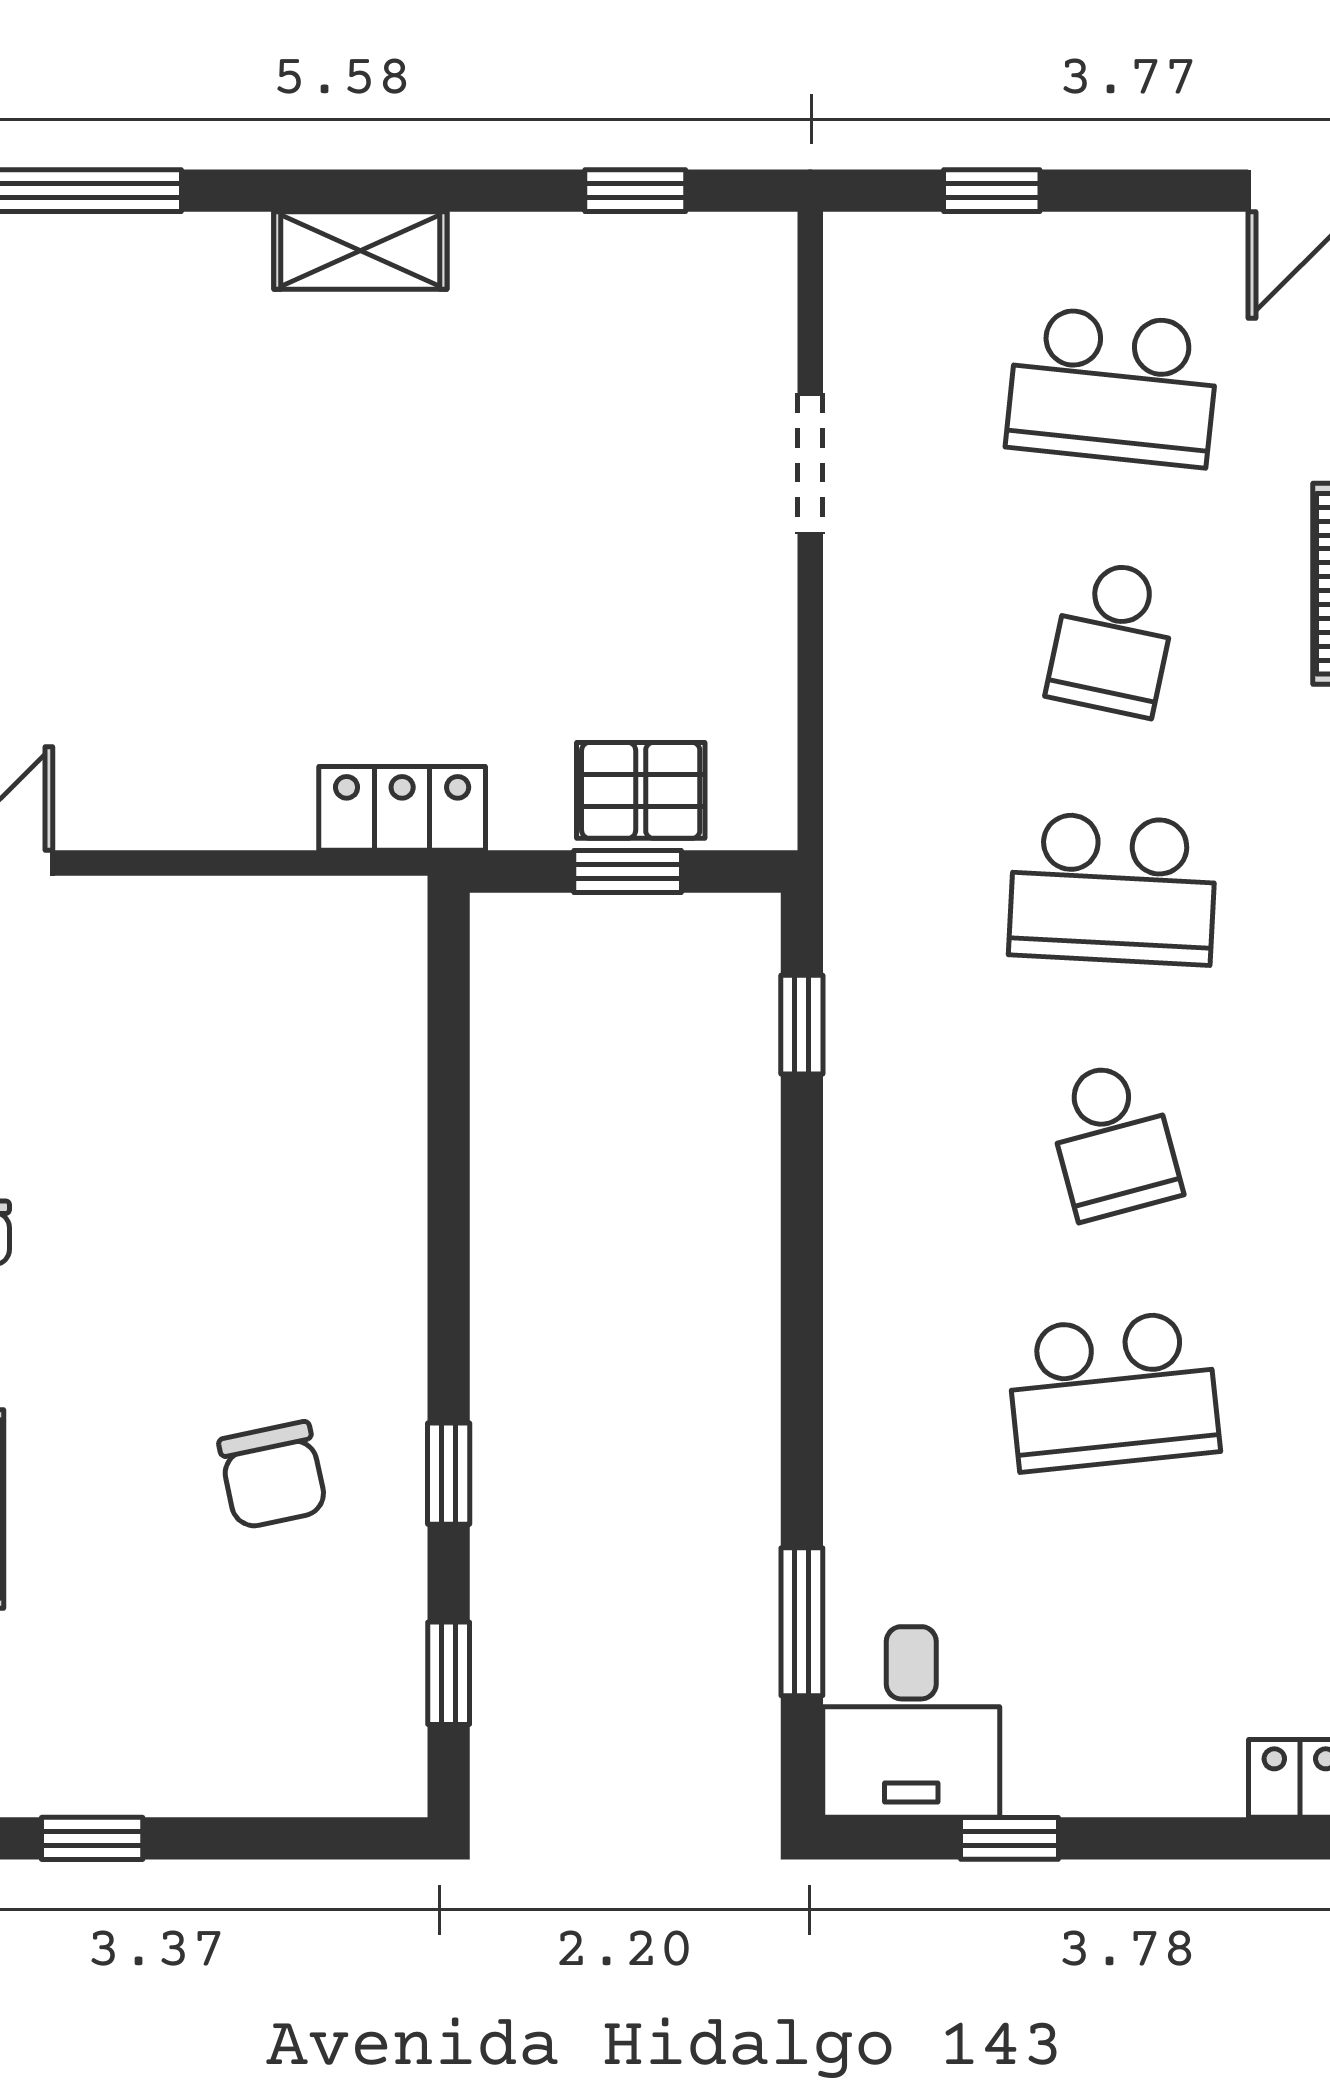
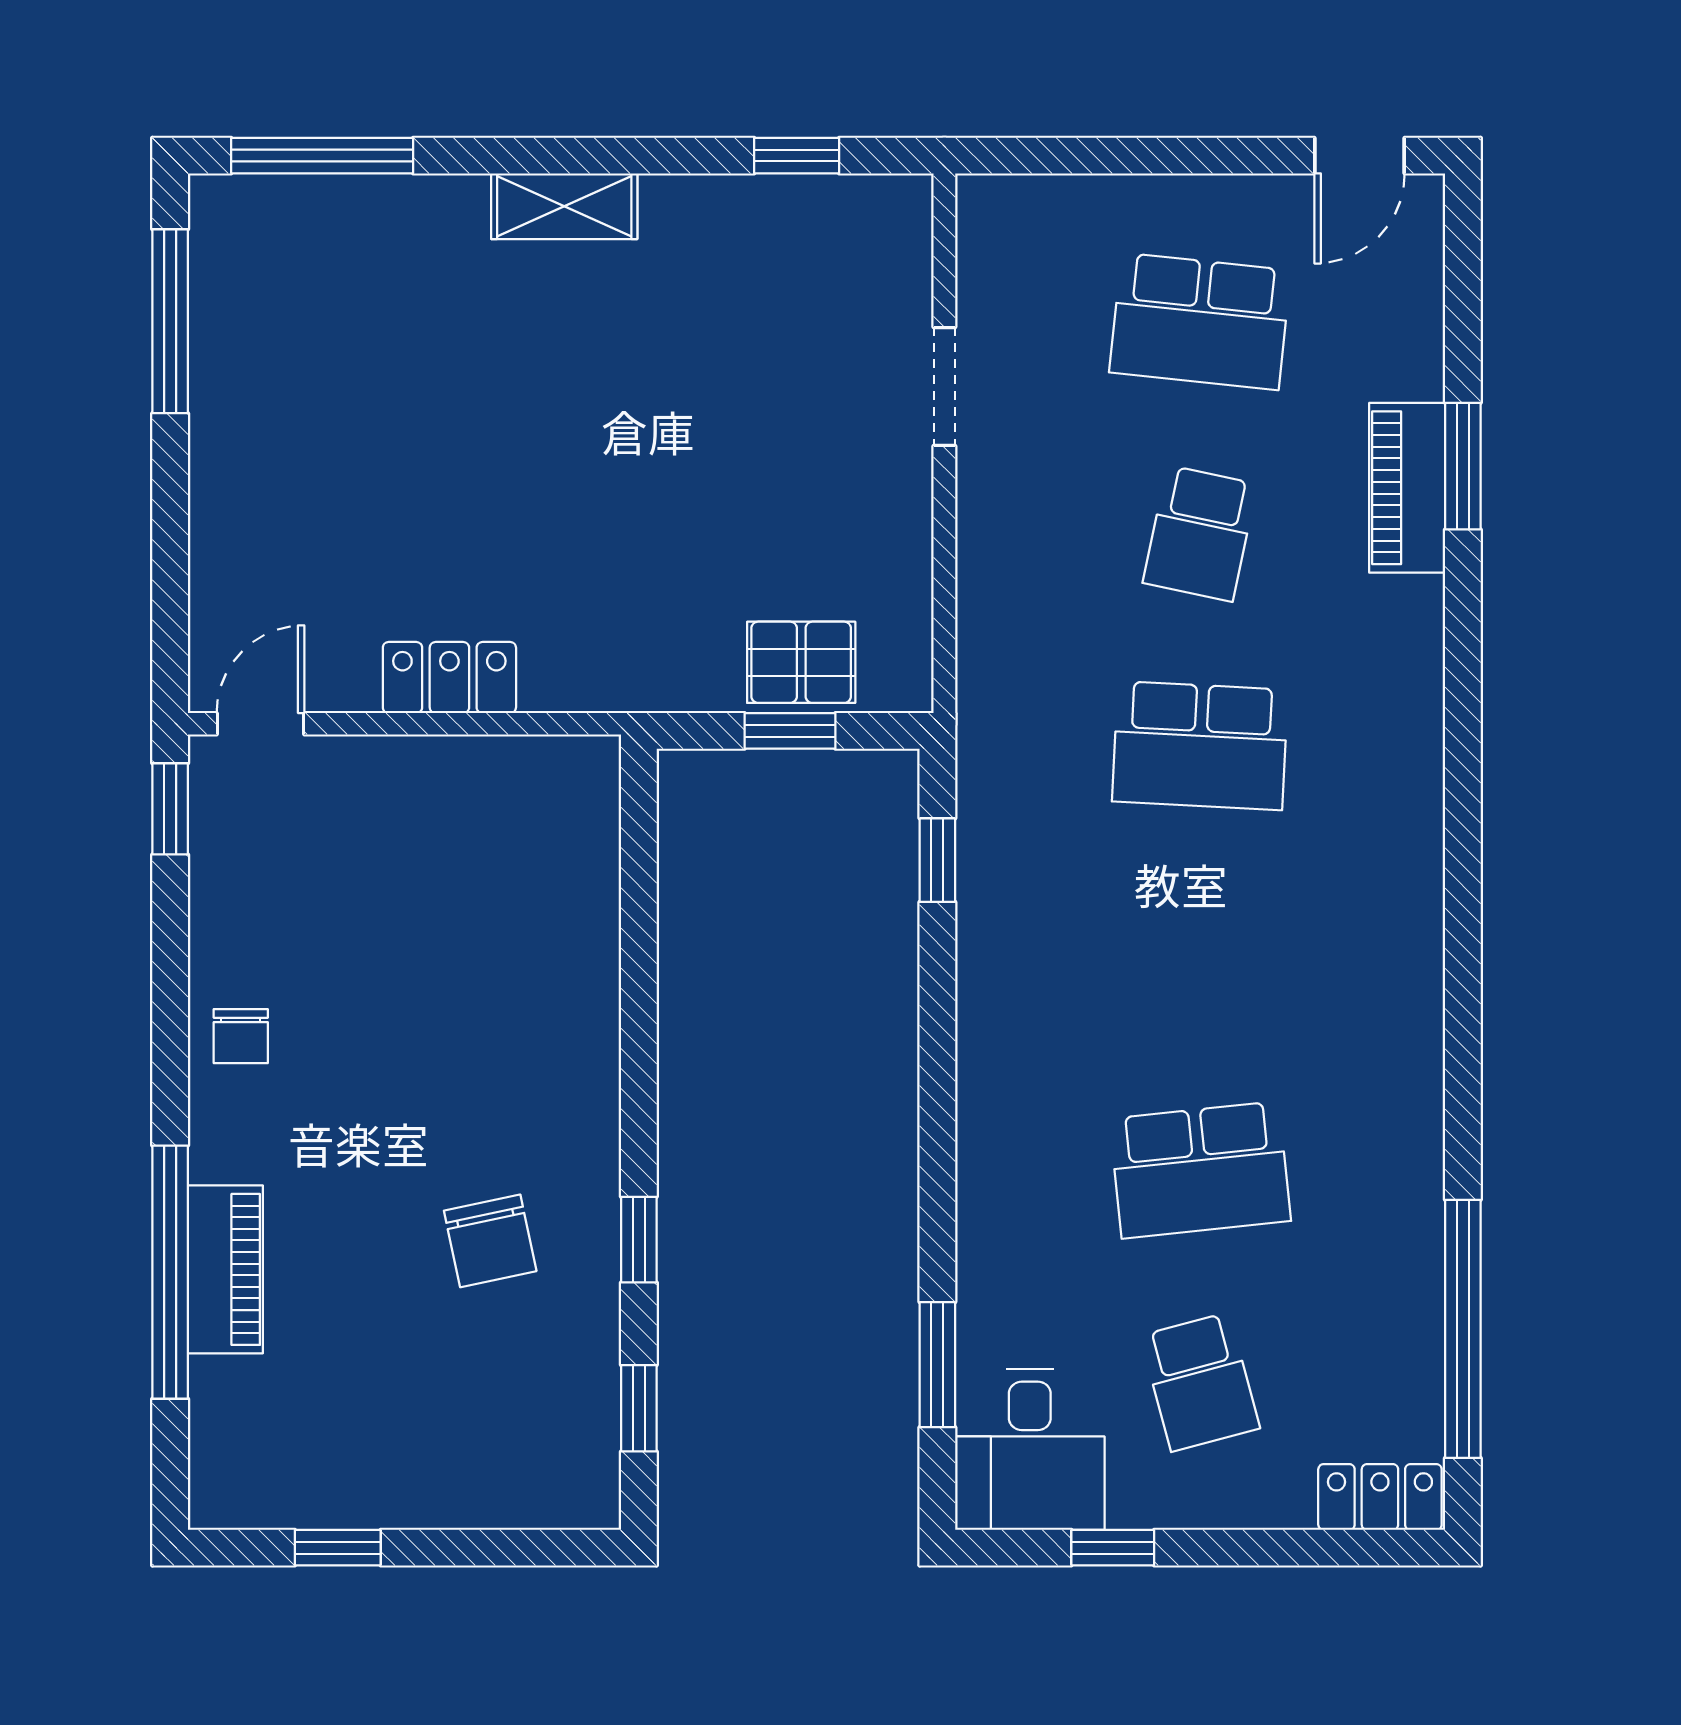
window: (992, 191) -> (1098, 156), removed
locker: (402, 808) -> (449, 678), moved
school desk: (1113, 1140) -> (1200, 1382), moved

